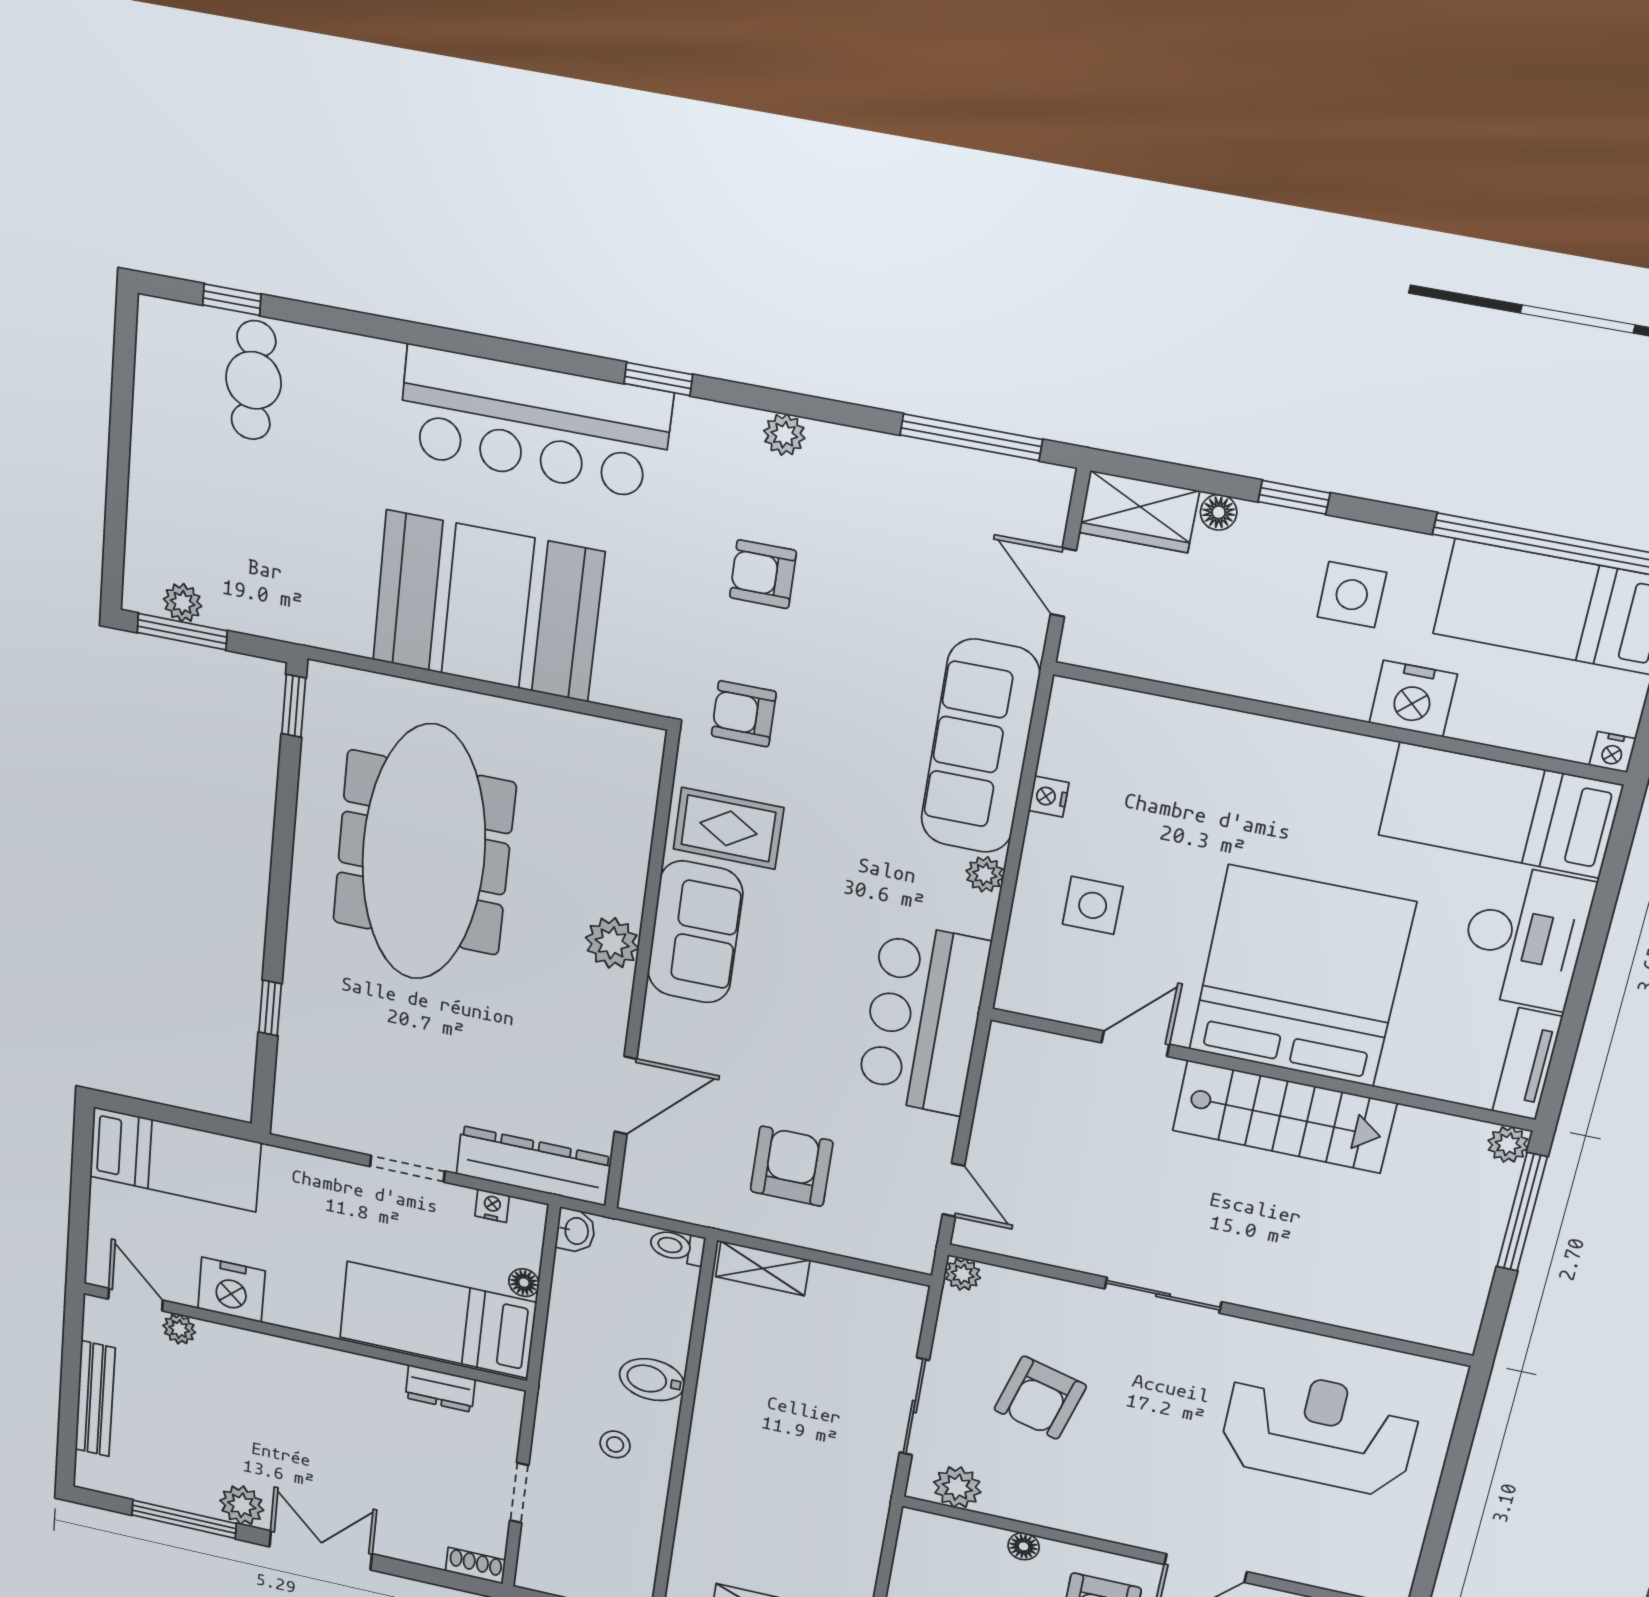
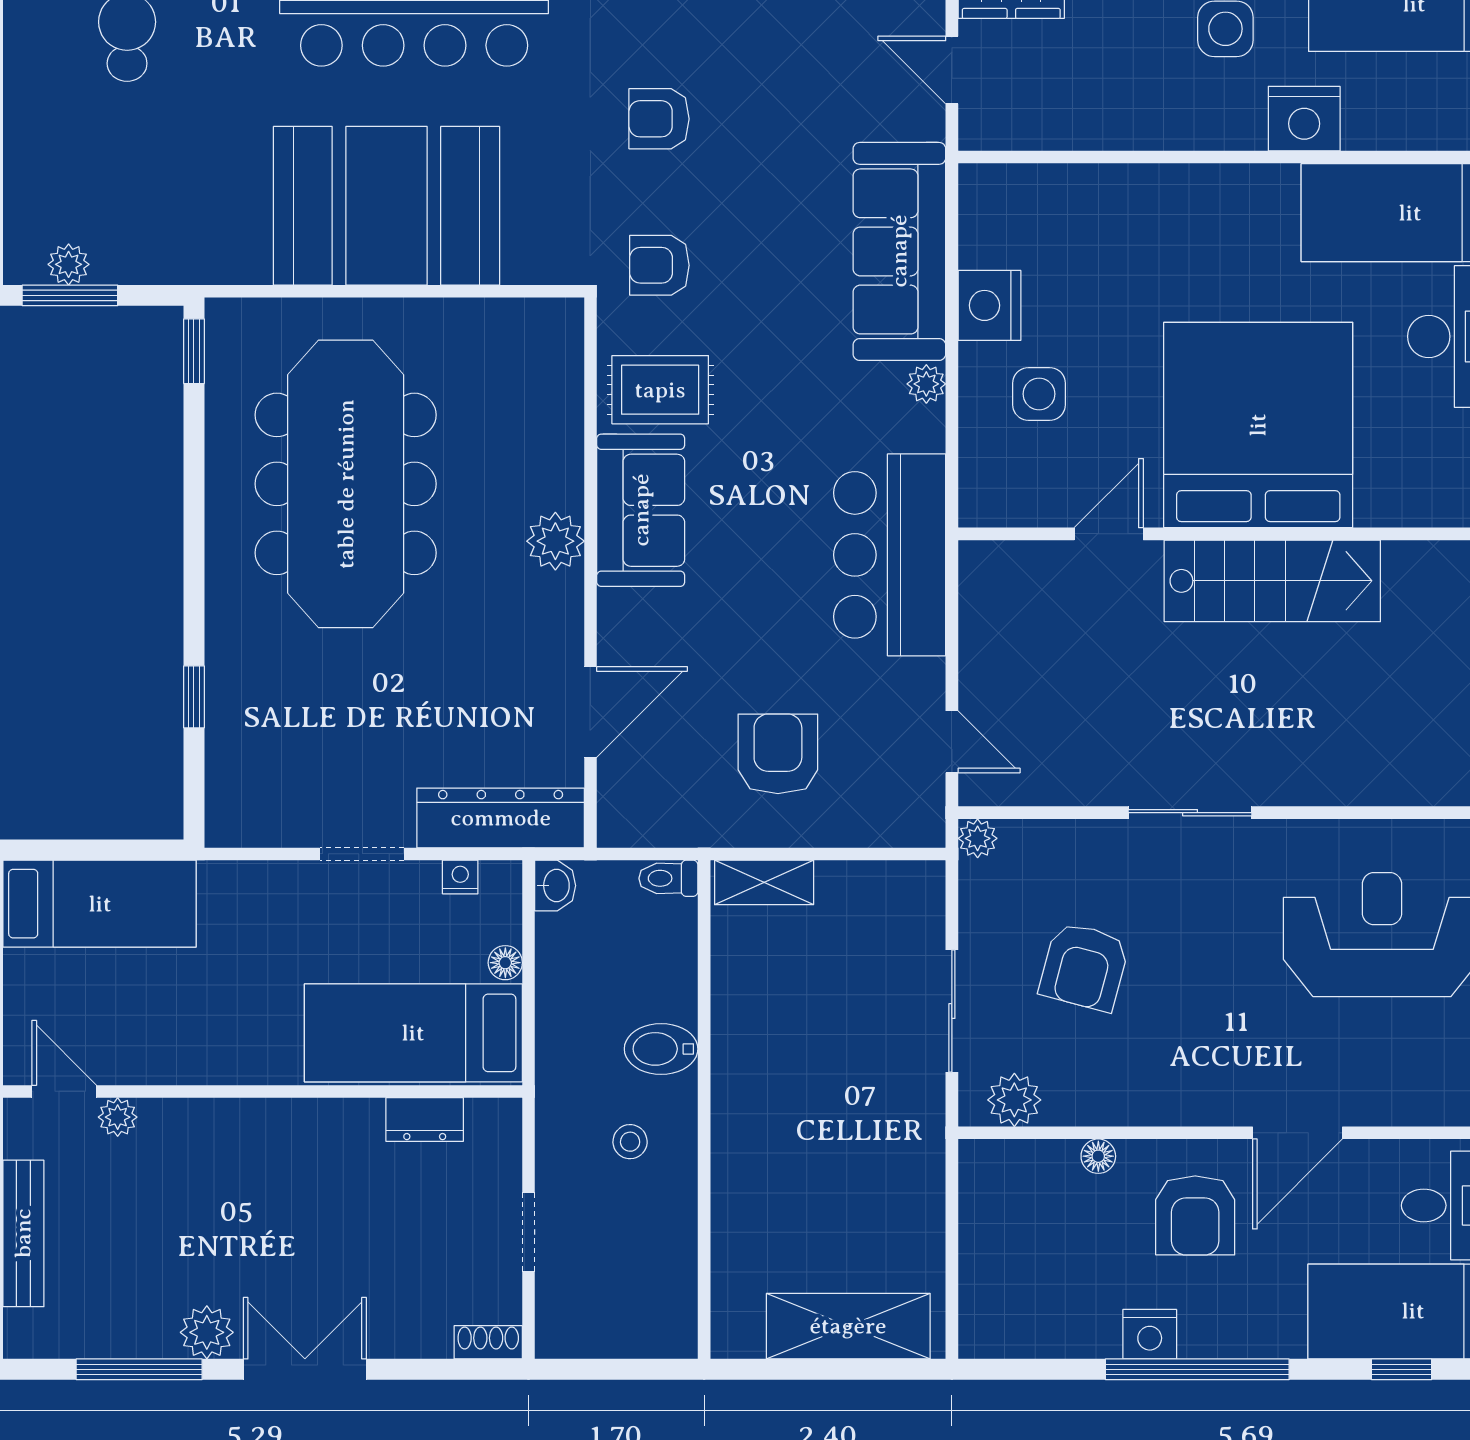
nightstand: (1049, 797) -> (989, 305), width x1.89, depth x1.79
nightstand: (231, 1290) -> (175, 1052), removed

